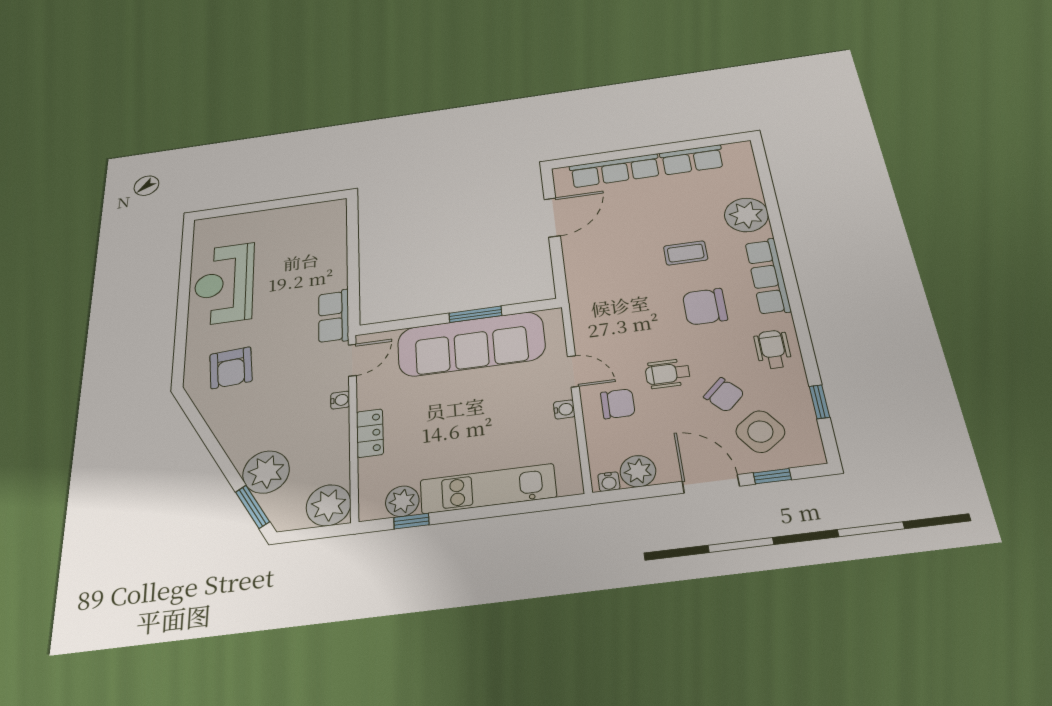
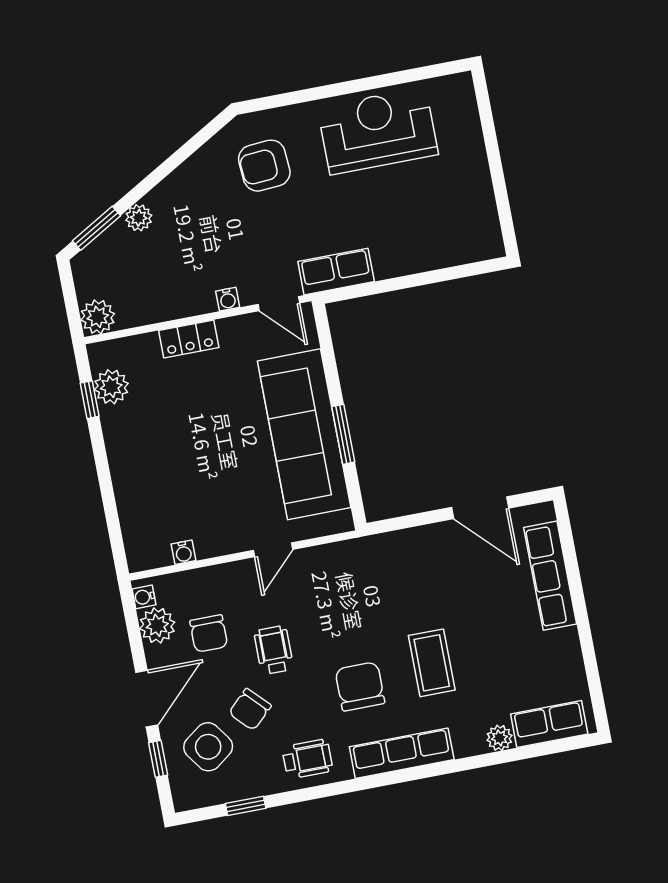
row of seats: (692, 160) -> (549, 724), moved, turned 90
plant: (746, 215) -> (499, 738), width x0.53, depth x0.53
coffee table: (686, 253) -> (432, 663), width x1.36, depth x1.30
chair: (618, 404) -> (209, 633), moved
water cooler: (564, 409) -> (183, 552), moved
plant: (266, 472) -> (139, 218), width x0.53, depth x0.53
kitchen unit: (488, 489) -> (130, 474), removed
plant: (329, 505) -> (98, 317), width x0.73, depth x0.73

